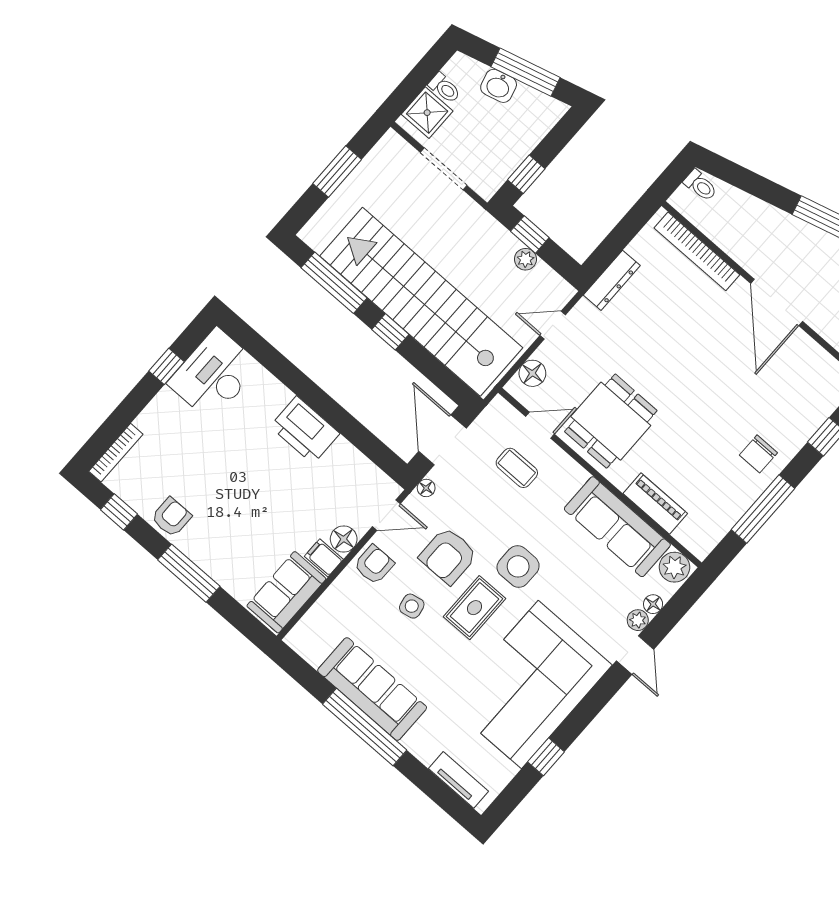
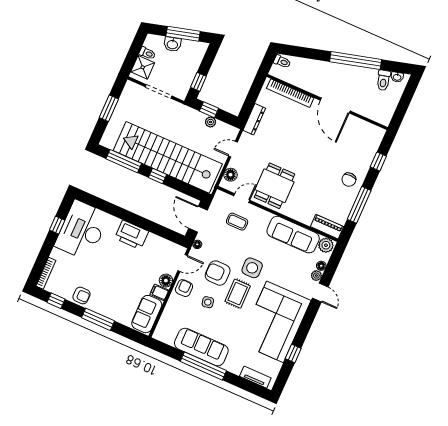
desk: (214, 374) -> (82, 230), width x1.36, depth x1.30
piano: (655, 503) -> (327, 227), moved
armchair: (171, 517) -> (82, 295), turned 90
armchair: (448, 556) -> (218, 273), turned 90

